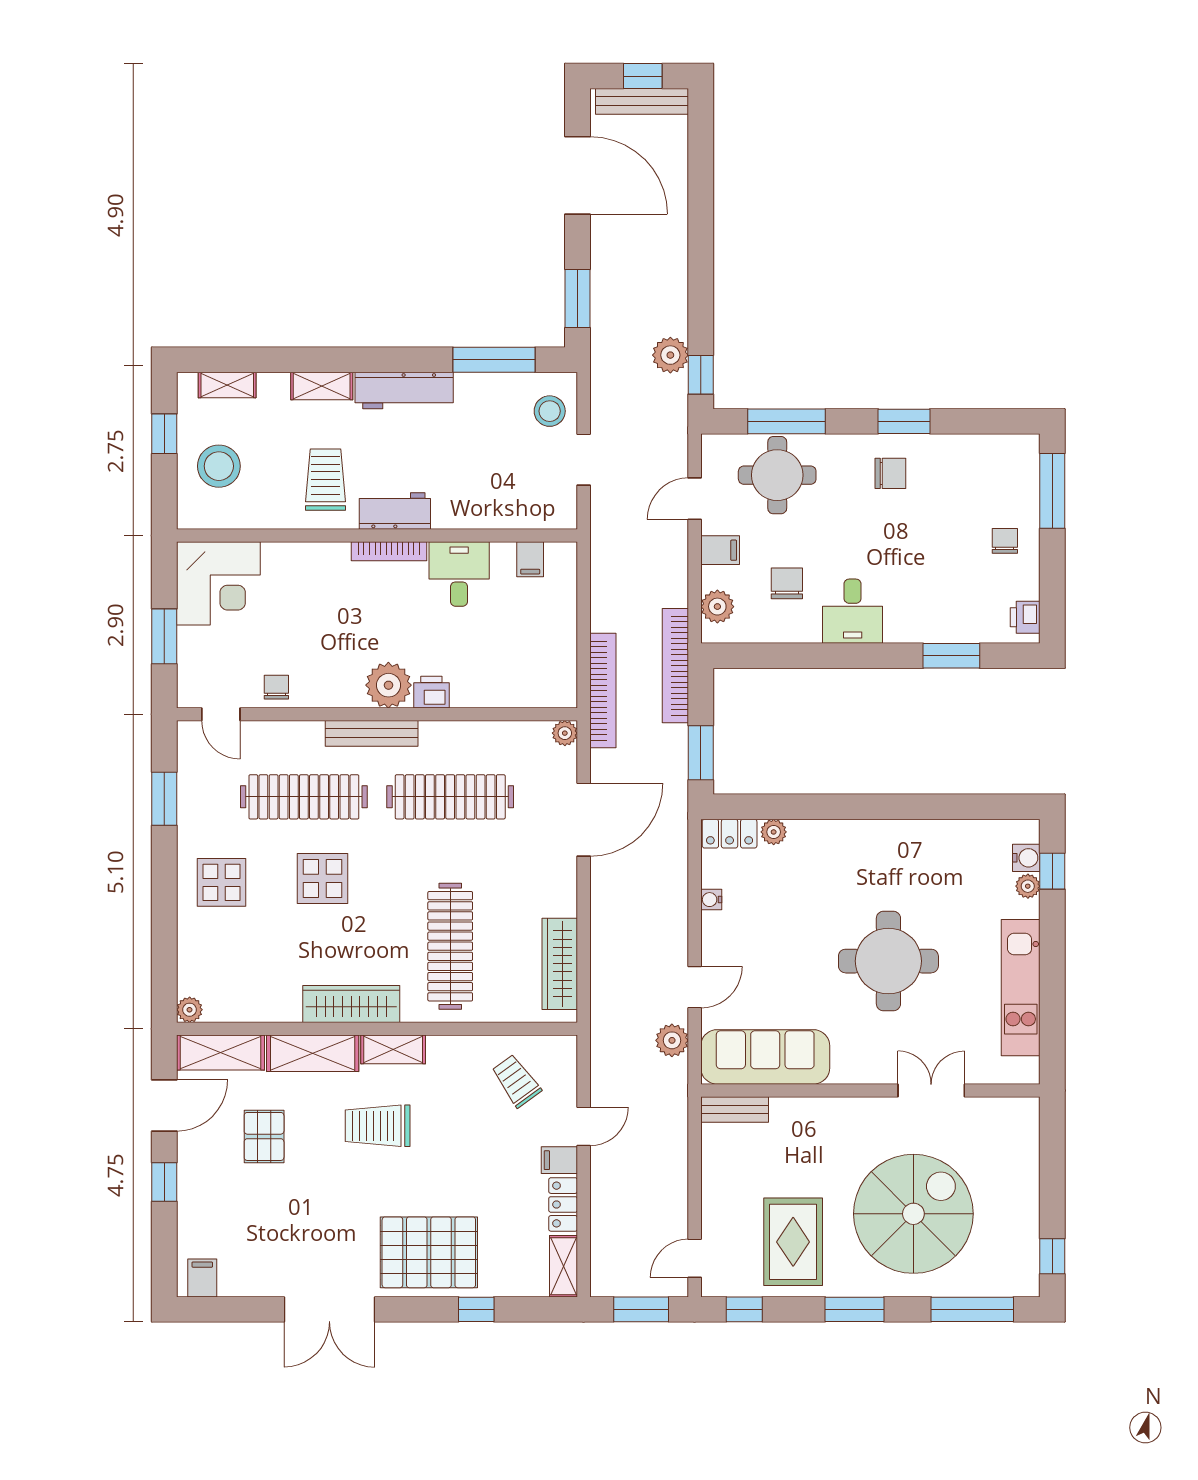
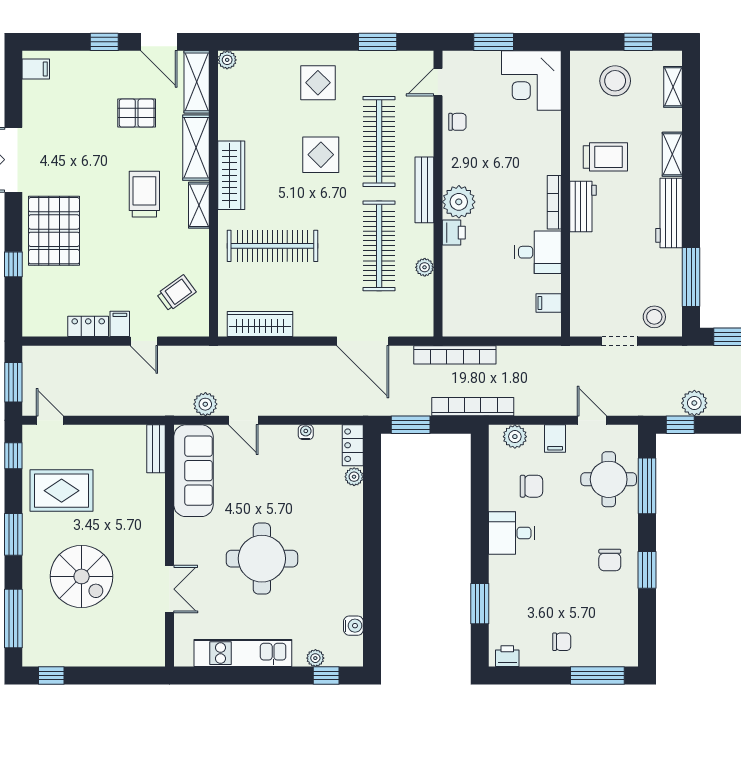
plant: (565, 733) -> (425, 267), moved
water cooler: (1026, 858) -> (353, 626), moved, turned -90
spiral stairs: (913, 1214) -> (82, 576), width x0.73, depth x0.73
shelving: (564, 1266) -> (44, 327), removed

